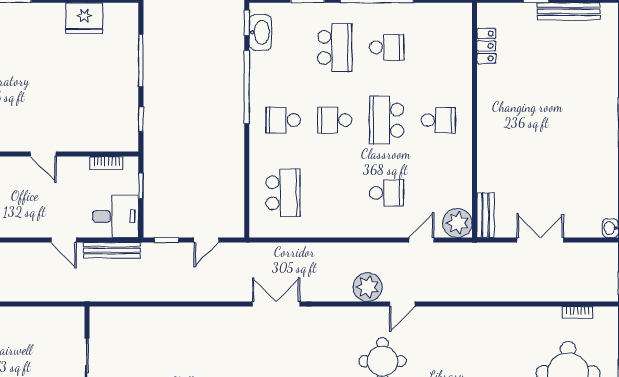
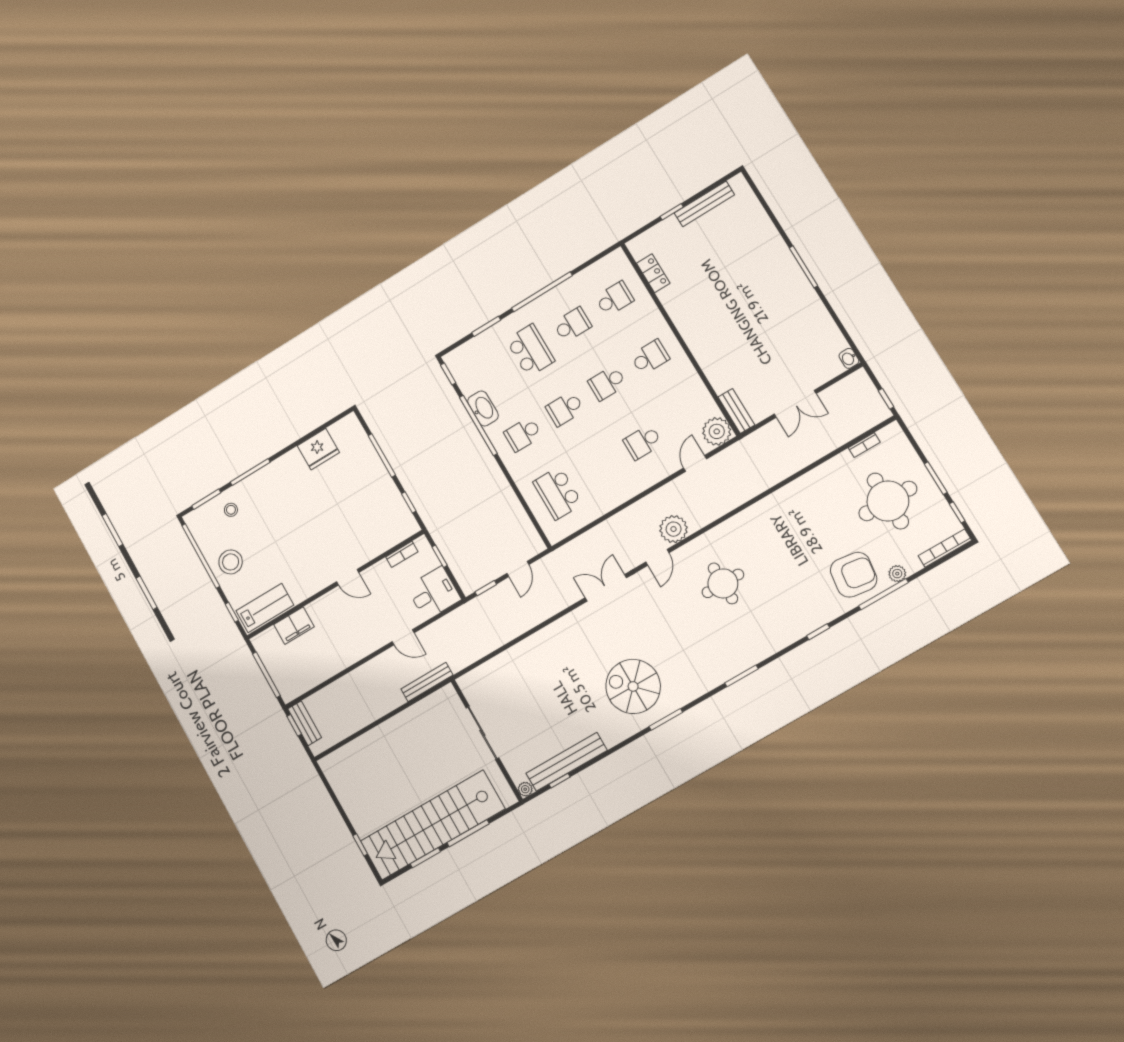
washbasin: (260, 32) -> (483, 408), moved
school desk: (438, 47) -> (614, 299), added
school desk: (387, 120) -> (607, 383), width x0.54
school desk: (283, 193) -> (558, 493), turned 180
school desk: (387, 193) -> (643, 442), turned 180
double door: (540, 240) -> (795, 404), swing flipped
bench: (112, 250) -> (427, 682), moved
door: (402, 304) -> (657, 557), moved

